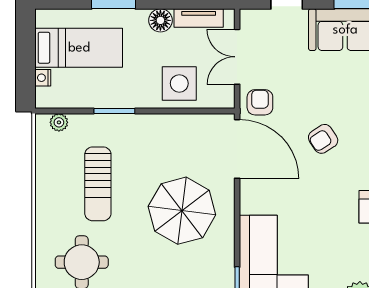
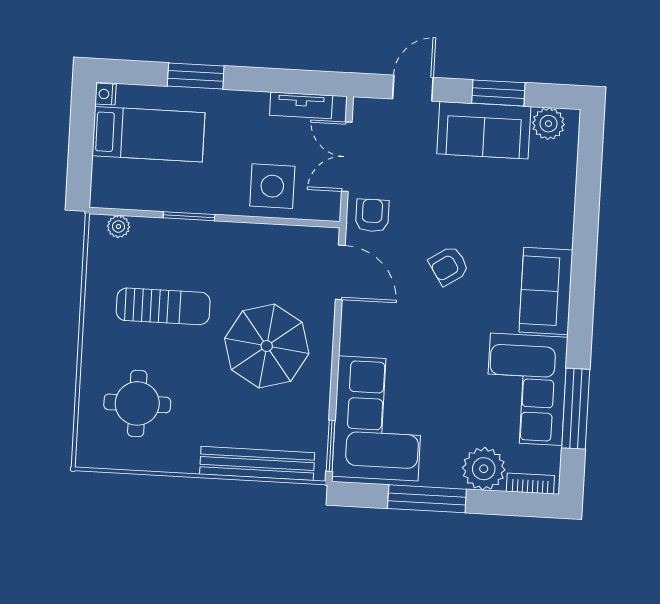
floor lamp: (160, 20) -> (253, 106), removed
nightstand: (43, 78) -> (106, 94), moved
door: (237, 149) -> (340, 272), width x0.73
sun lounger: (98, 184) -> (163, 306), turned -90

